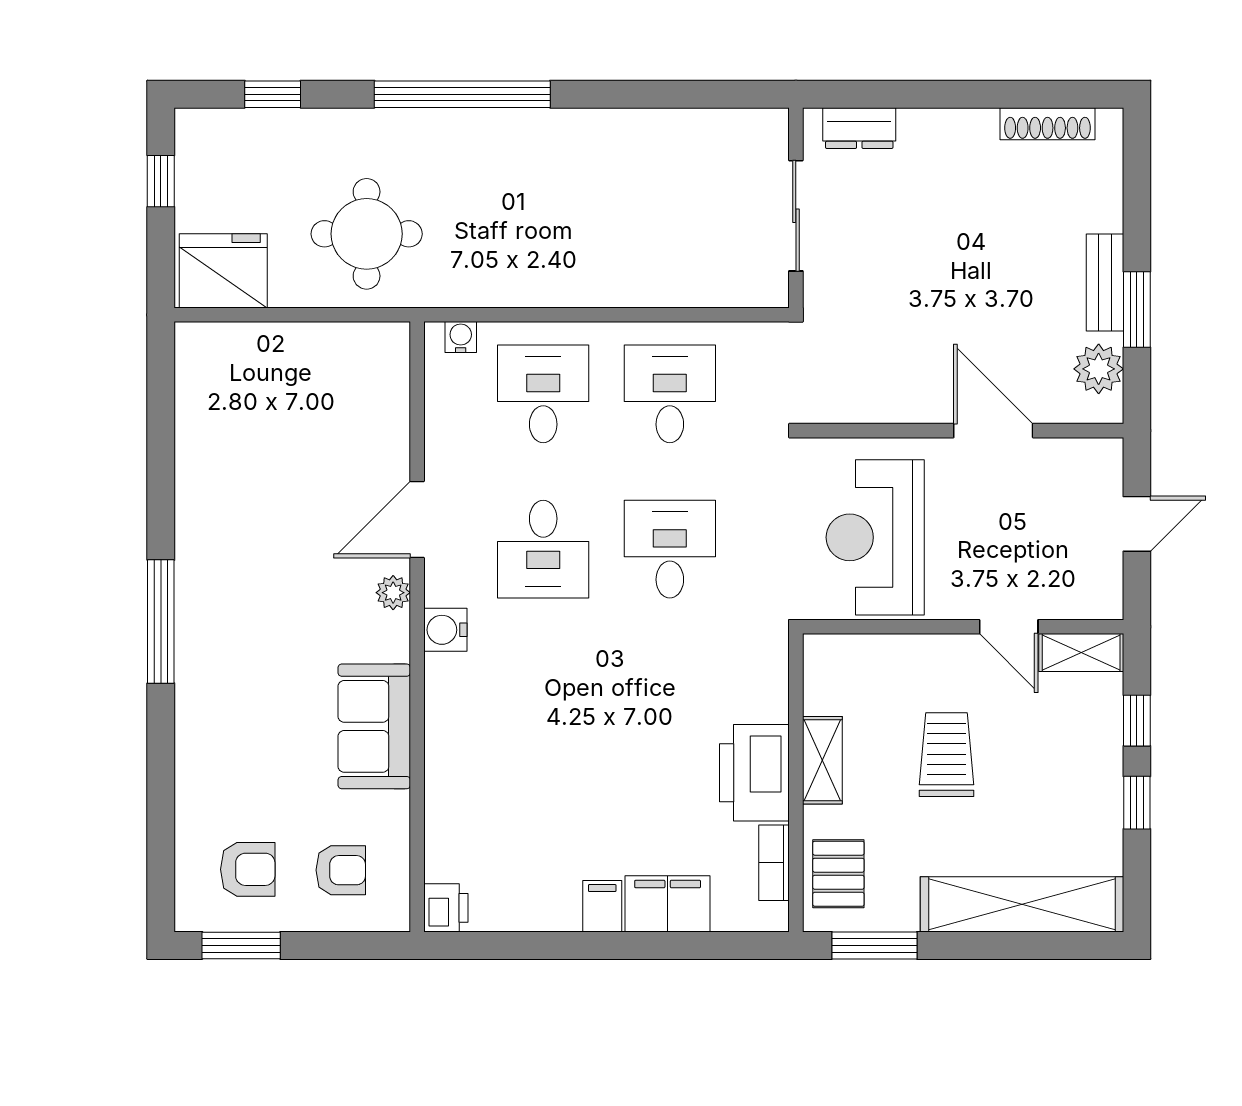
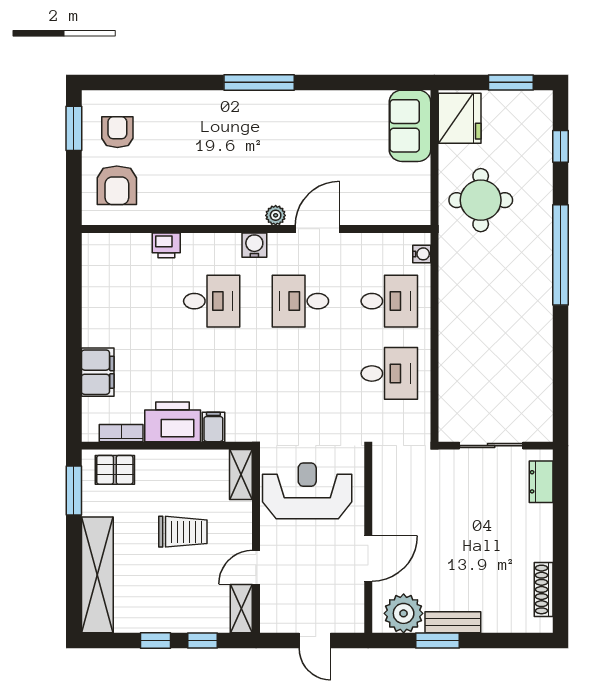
window: (161, 181) -> (511, 82), width x1.50
plant: (1099, 369) -> (404, 613), width x1.36, depth x1.36
door: (417, 520) -> (317, 229), hinge flipped
desk: (670, 549) -> (212, 301), moved
sofa: (374, 726) -> (410, 126), moved, turned -90
shelving: (822, 760) -> (241, 474), moved, turned 90
armchair: (248, 869) -> (117, 132), turned 180
armchair: (341, 870) -> (117, 185), width x1.38, depth x1.38
filing cabinet: (602, 906) -> (213, 427), moved, turned -90
printer: (446, 908) -> (166, 245), moved

